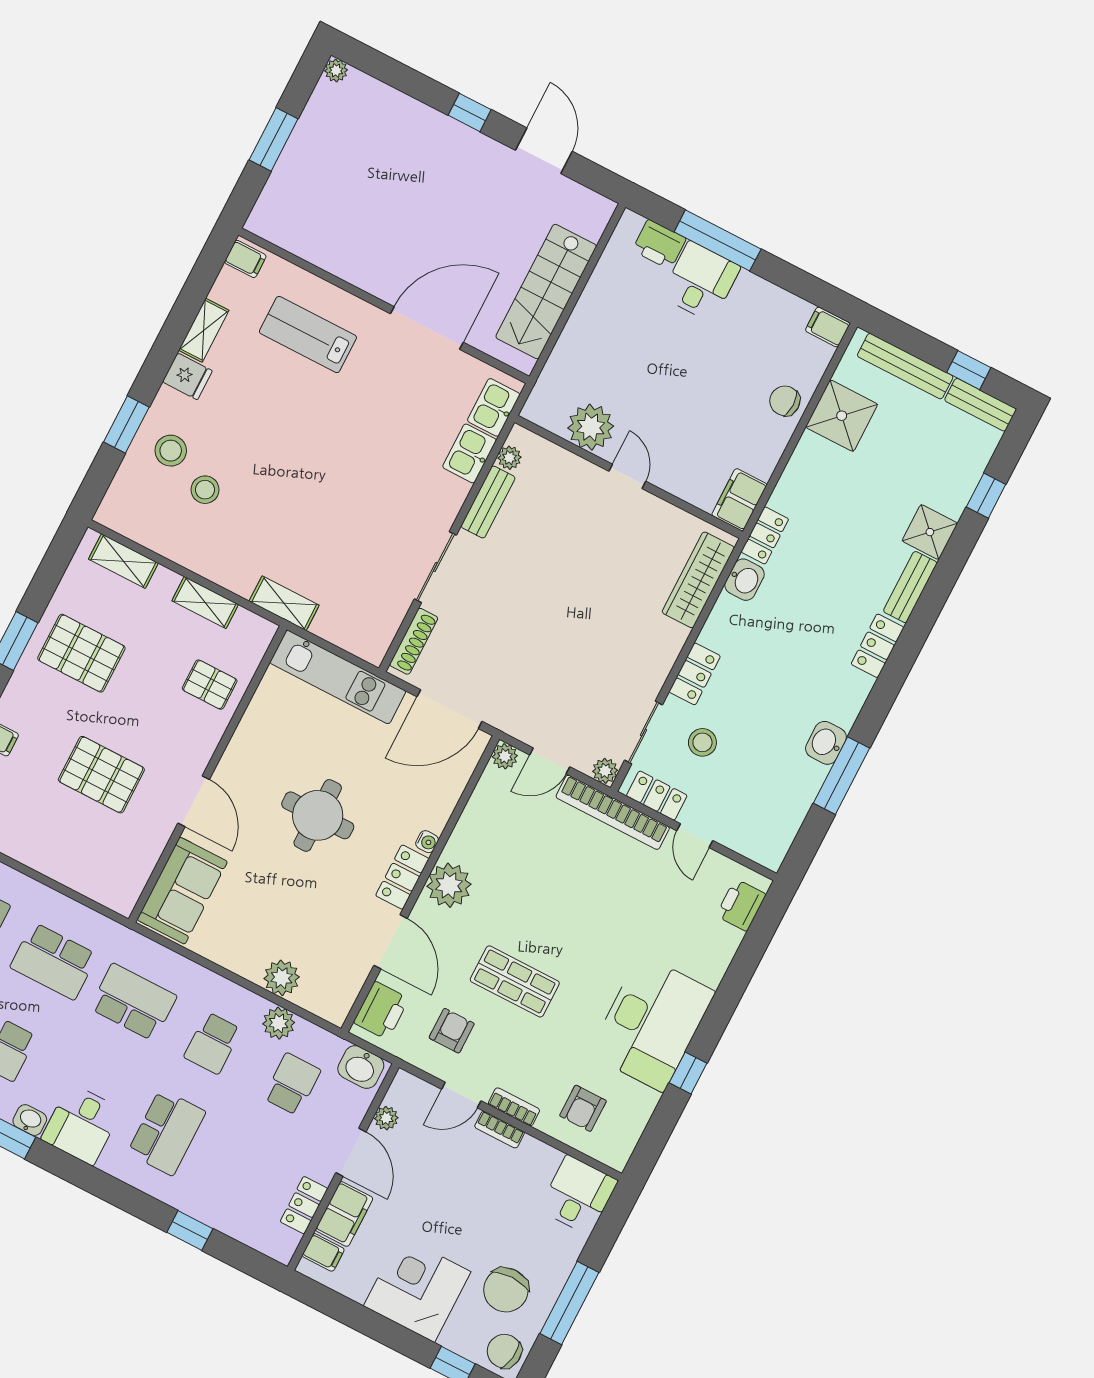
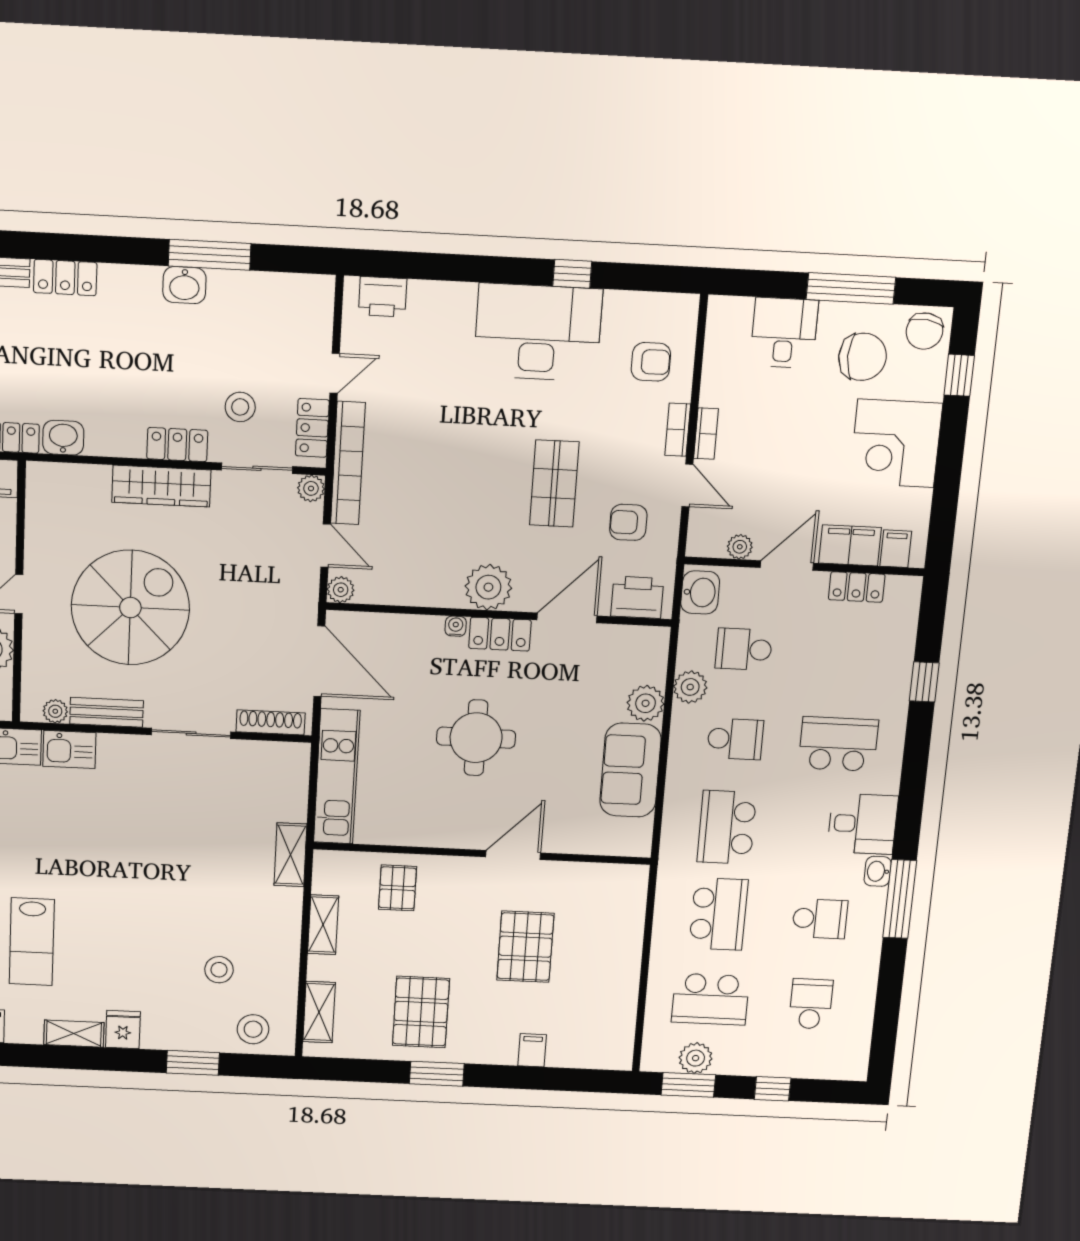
stool: (171, 451) -> (253, 1029), moved
spiral stairs: (572, 567) -> (130, 608), added
wardrobe: (698, 580) -> (161, 486), moved
sofa: (182, 891) -> (630, 770), moved, turned -90
desk: (578, 1195) -> (784, 333), moved, turned 90

